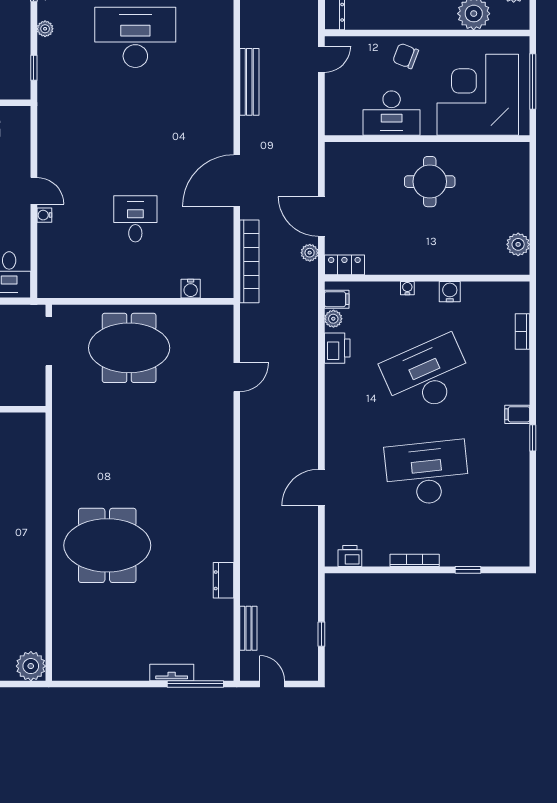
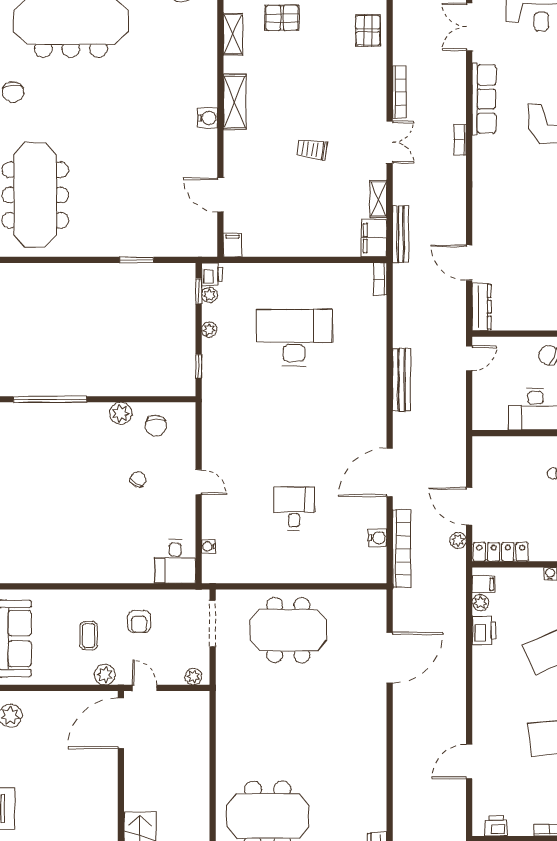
water cooler: (44, 215) -> (208, 546), moved
locker: (344, 265) -> (501, 552), width x1.53
water cooler: (191, 289) -> (378, 538), moved, turned -90
door: (237, 377) -> (390, 658), width x1.87
plant: (28, 397) -> (193, 677), added

